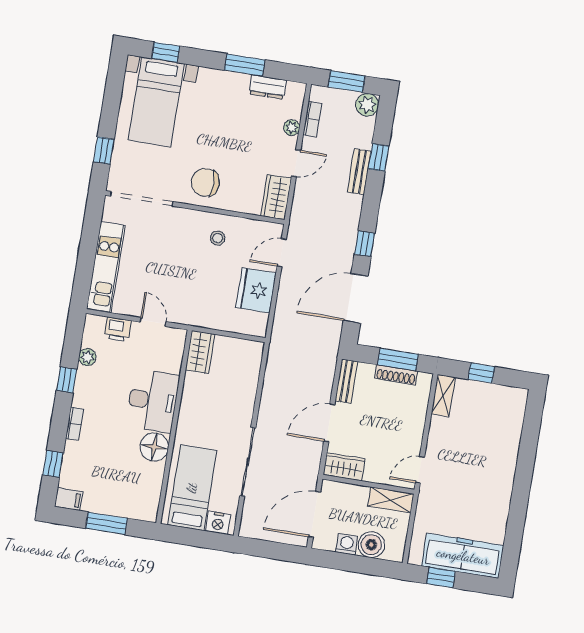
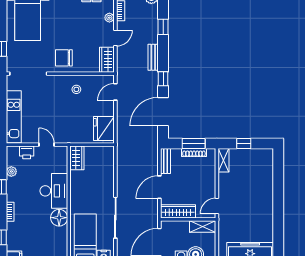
bench: (359, 172) -> (153, 57), moved
fridge: (256, 290) -> (104, 129), moved
wardrobe: (344, 467) -> (178, 211), width x1.50

